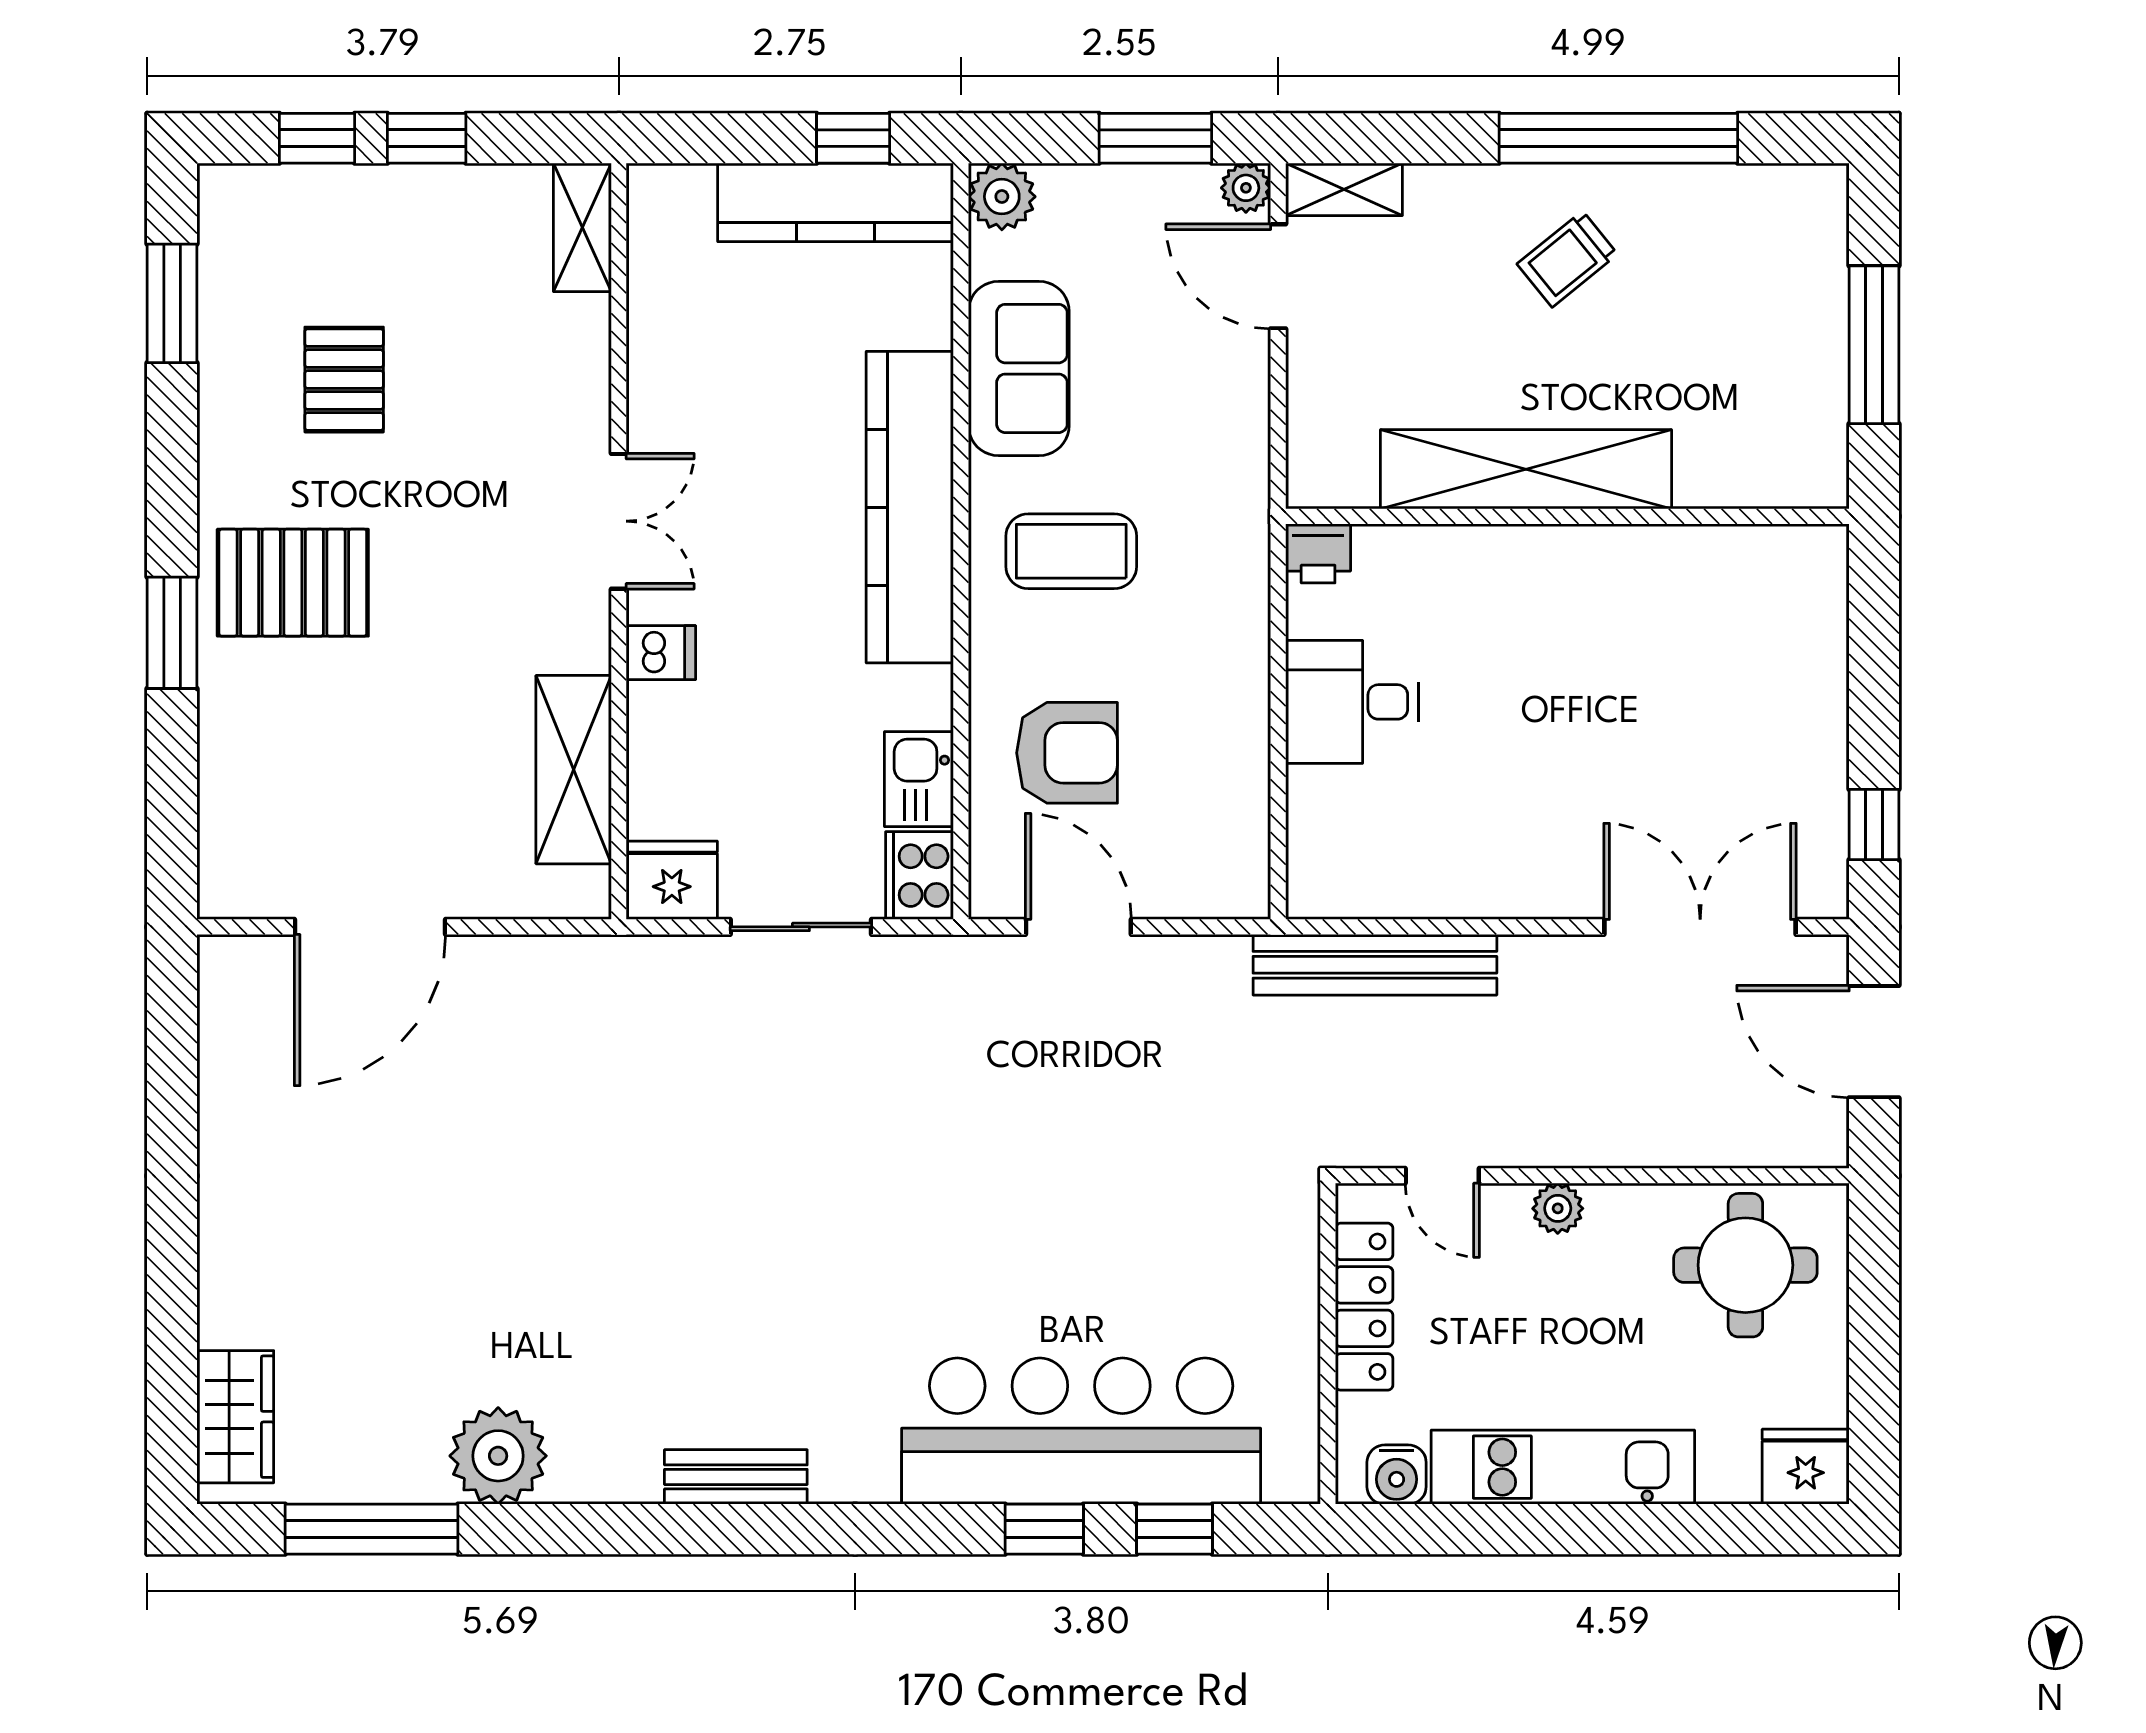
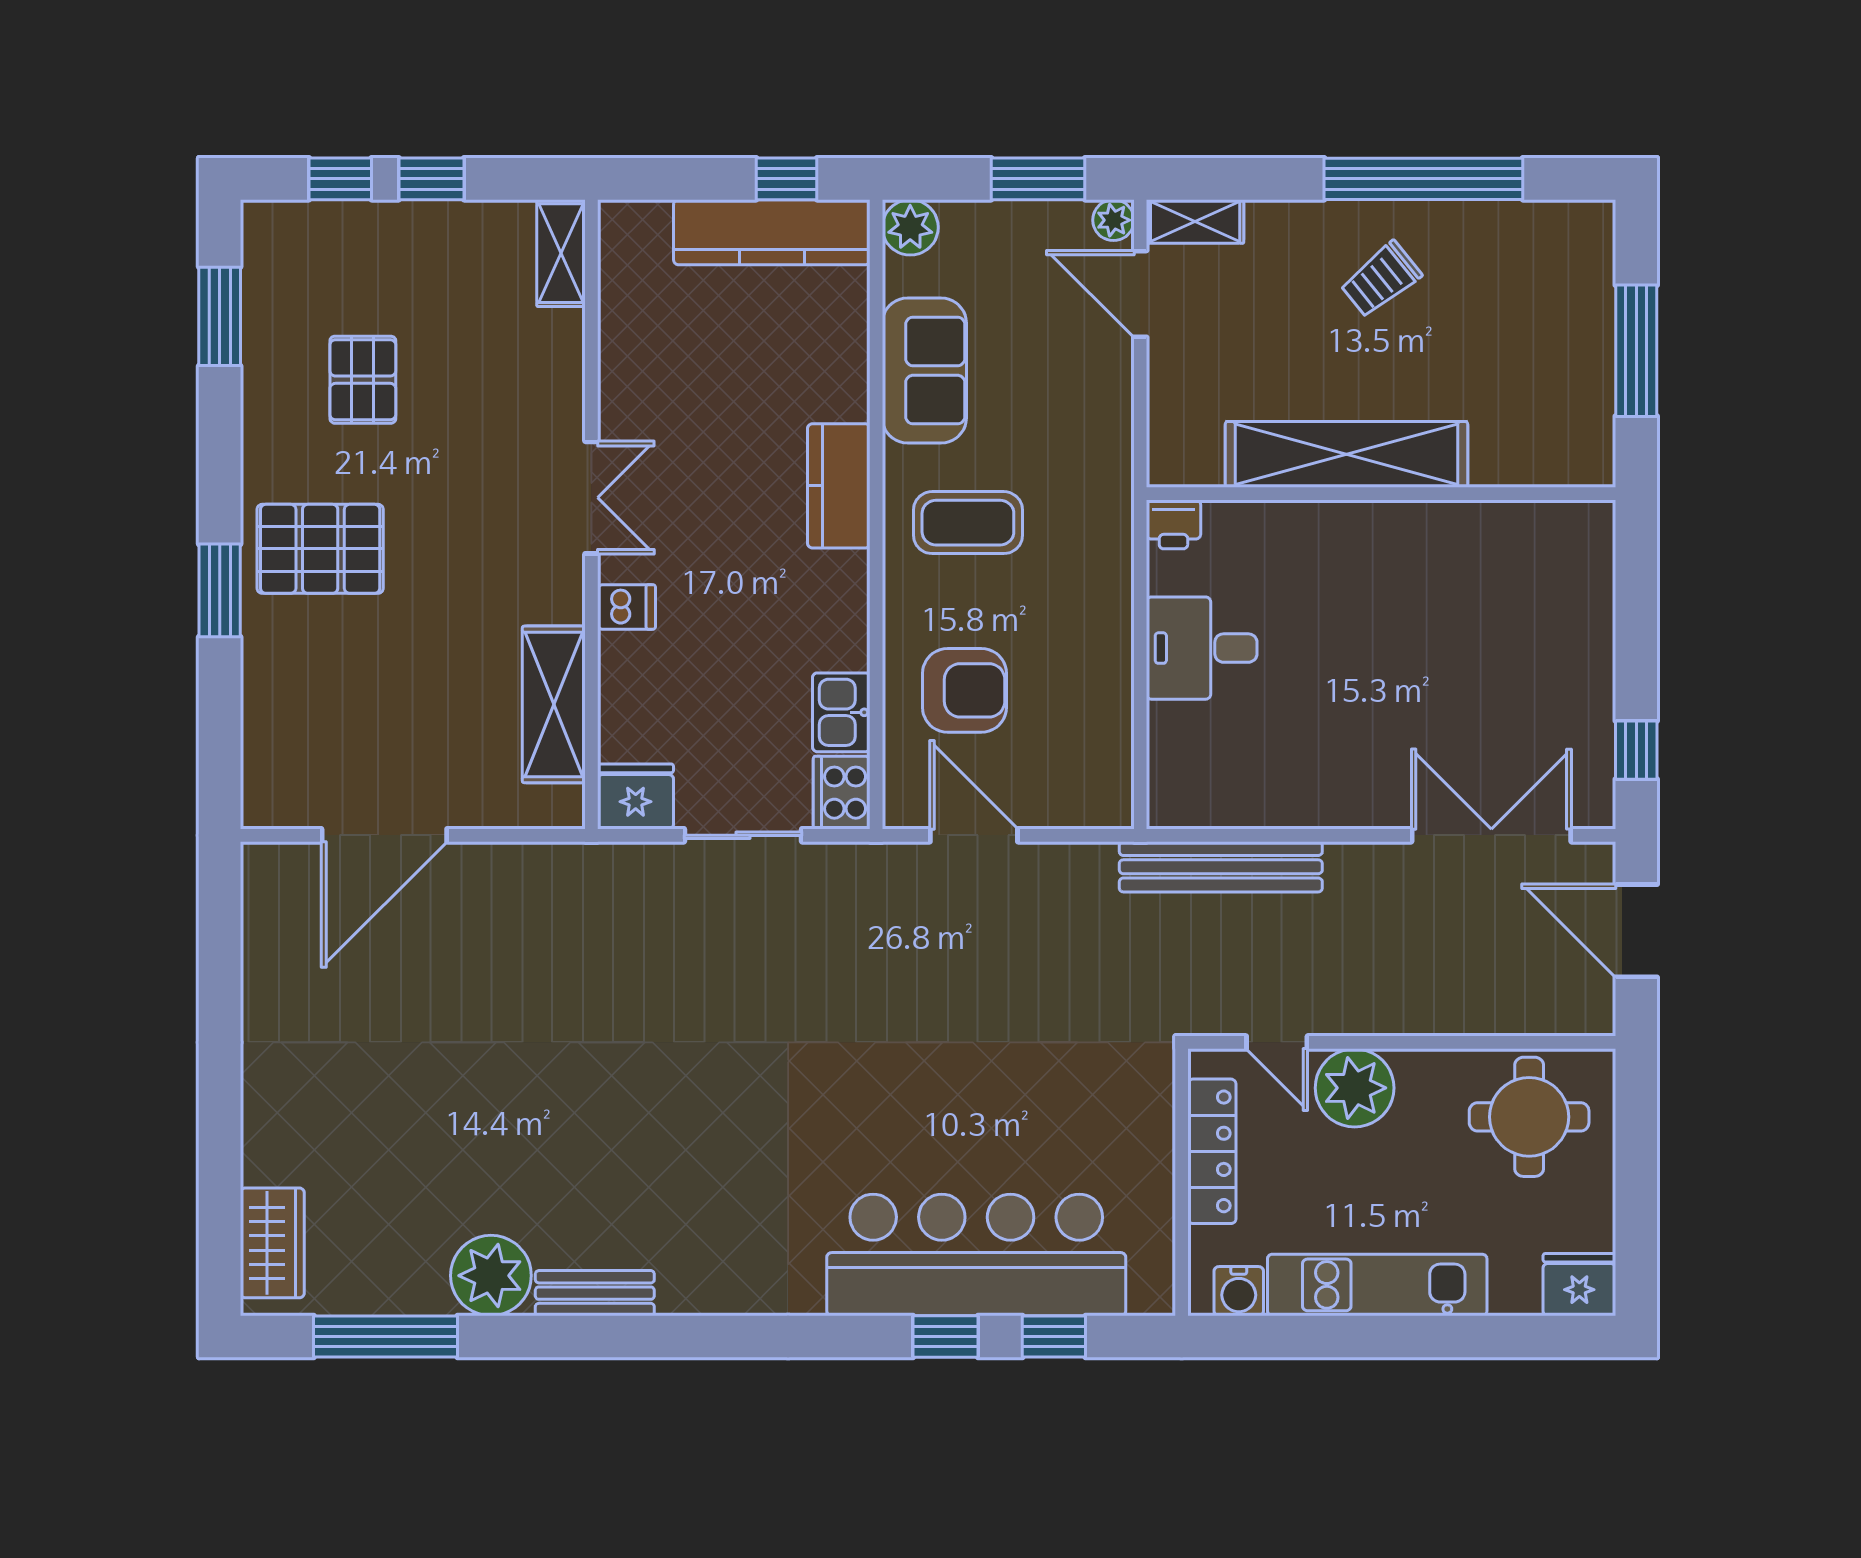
kitchen counter: (910, 507) -> (839, 486), width x0.48, depth x0.86
plant: (1558, 1208) -> (1355, 1088), width x1.87, depth x1.87
bench: (736, 1477) -> (595, 1293), moved

